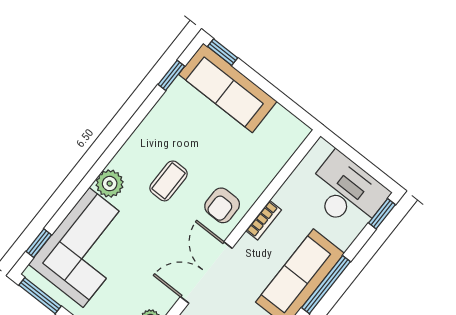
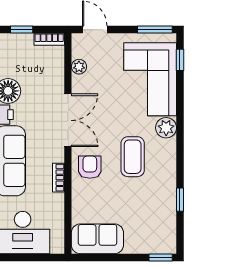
window: (171, 75) -> (180, 200), moved
sofa: (228, 88) -> (97, 239), moved, width x0.73
coffee table: (169, 181) -> (133, 157), width x1.36, depth x1.30

